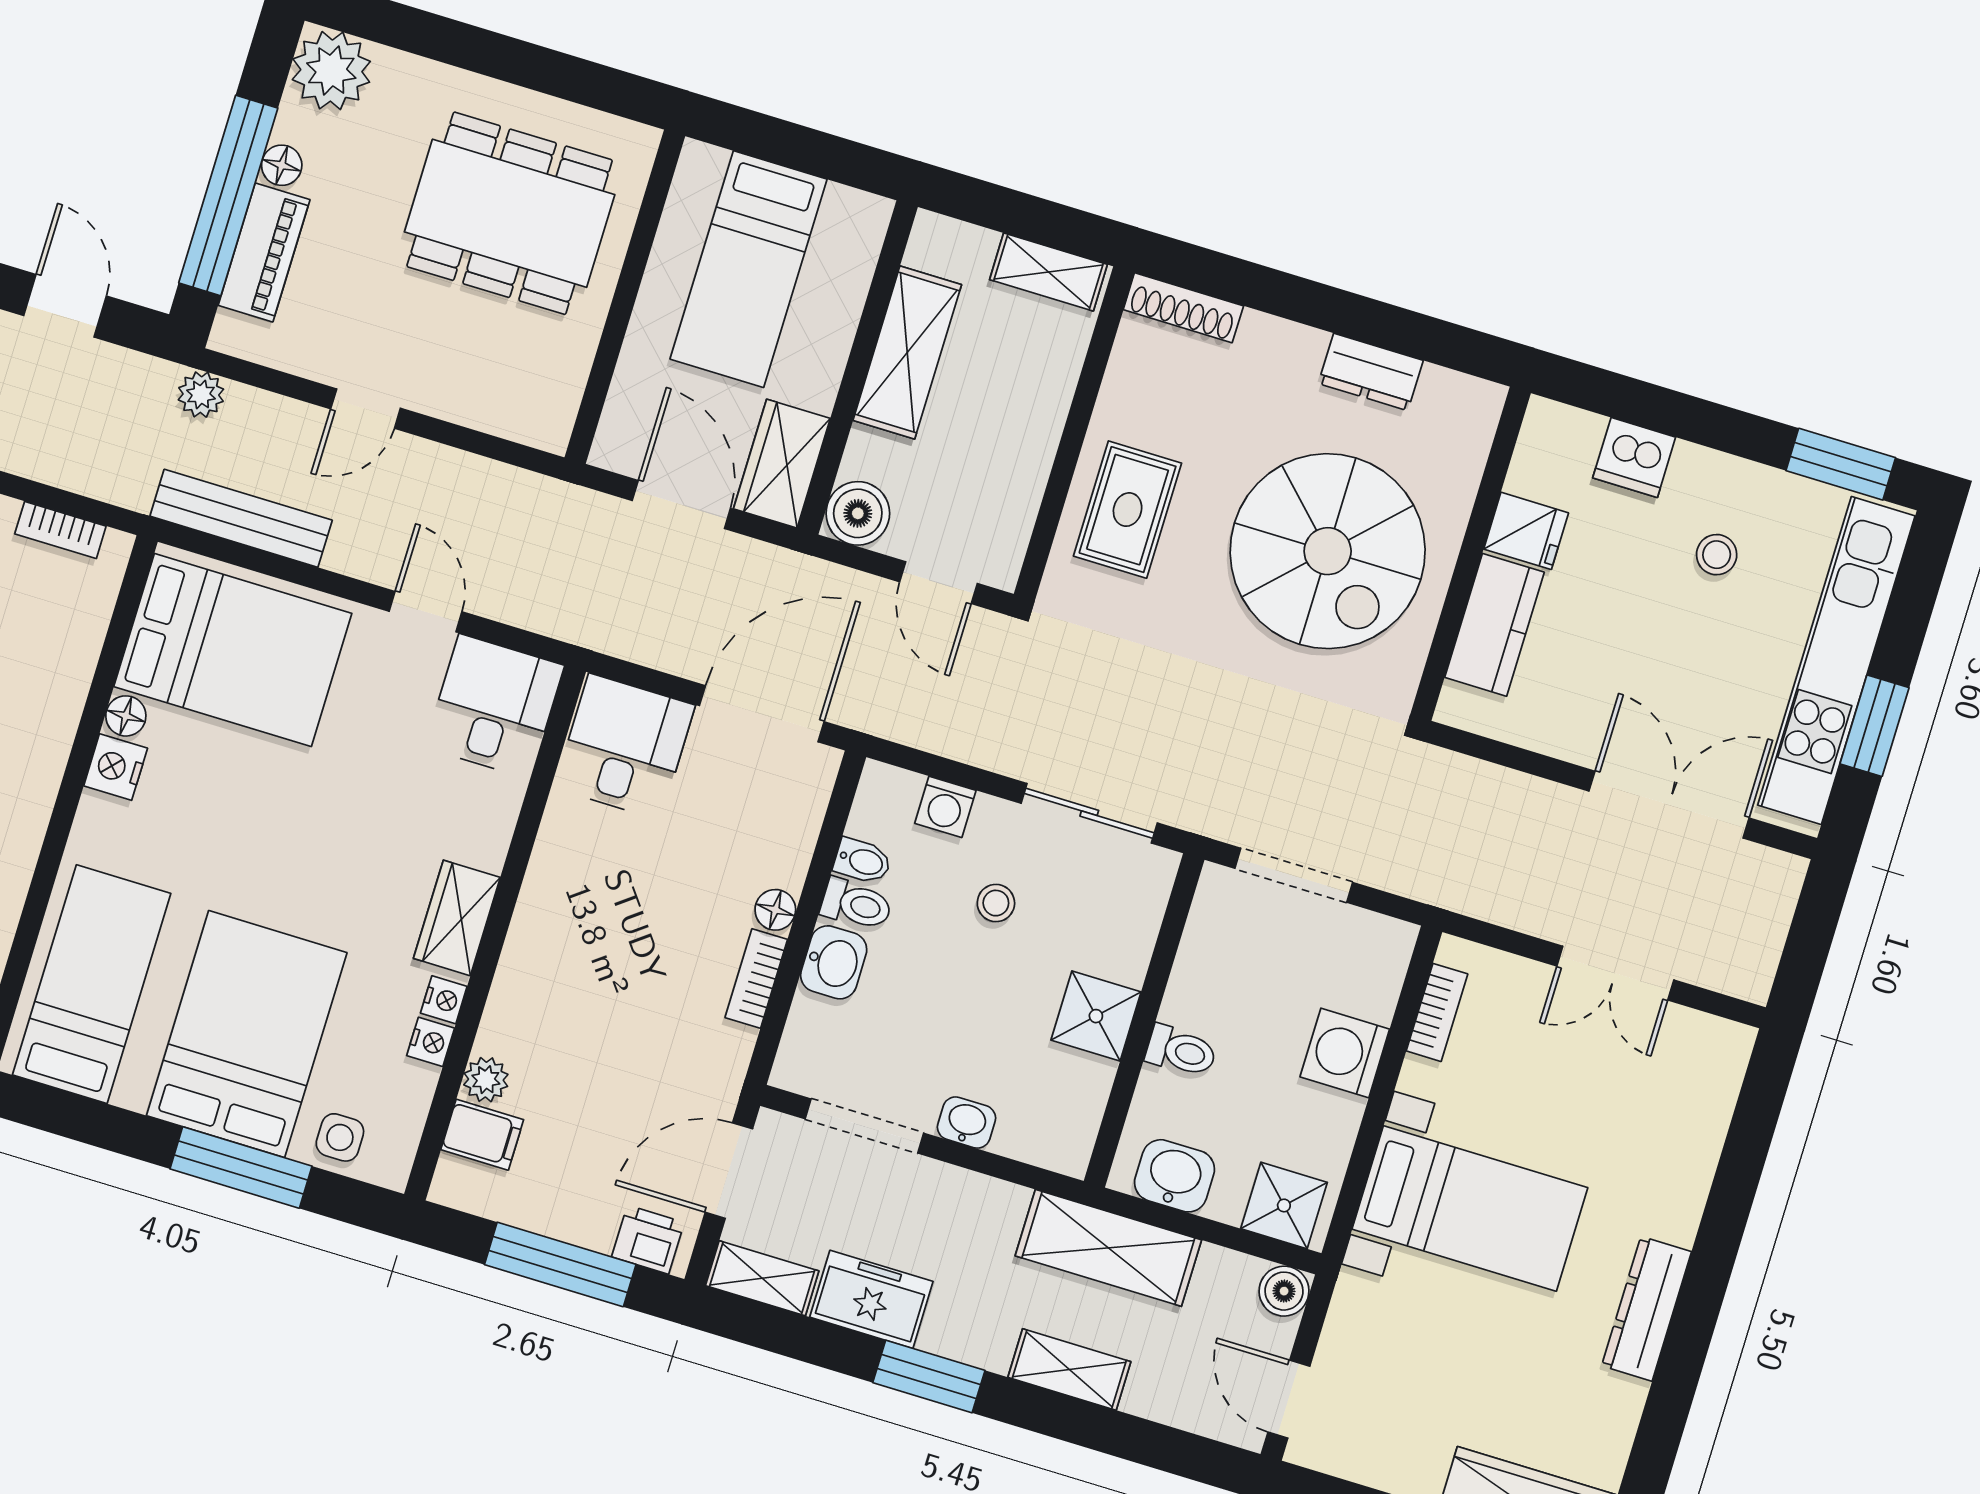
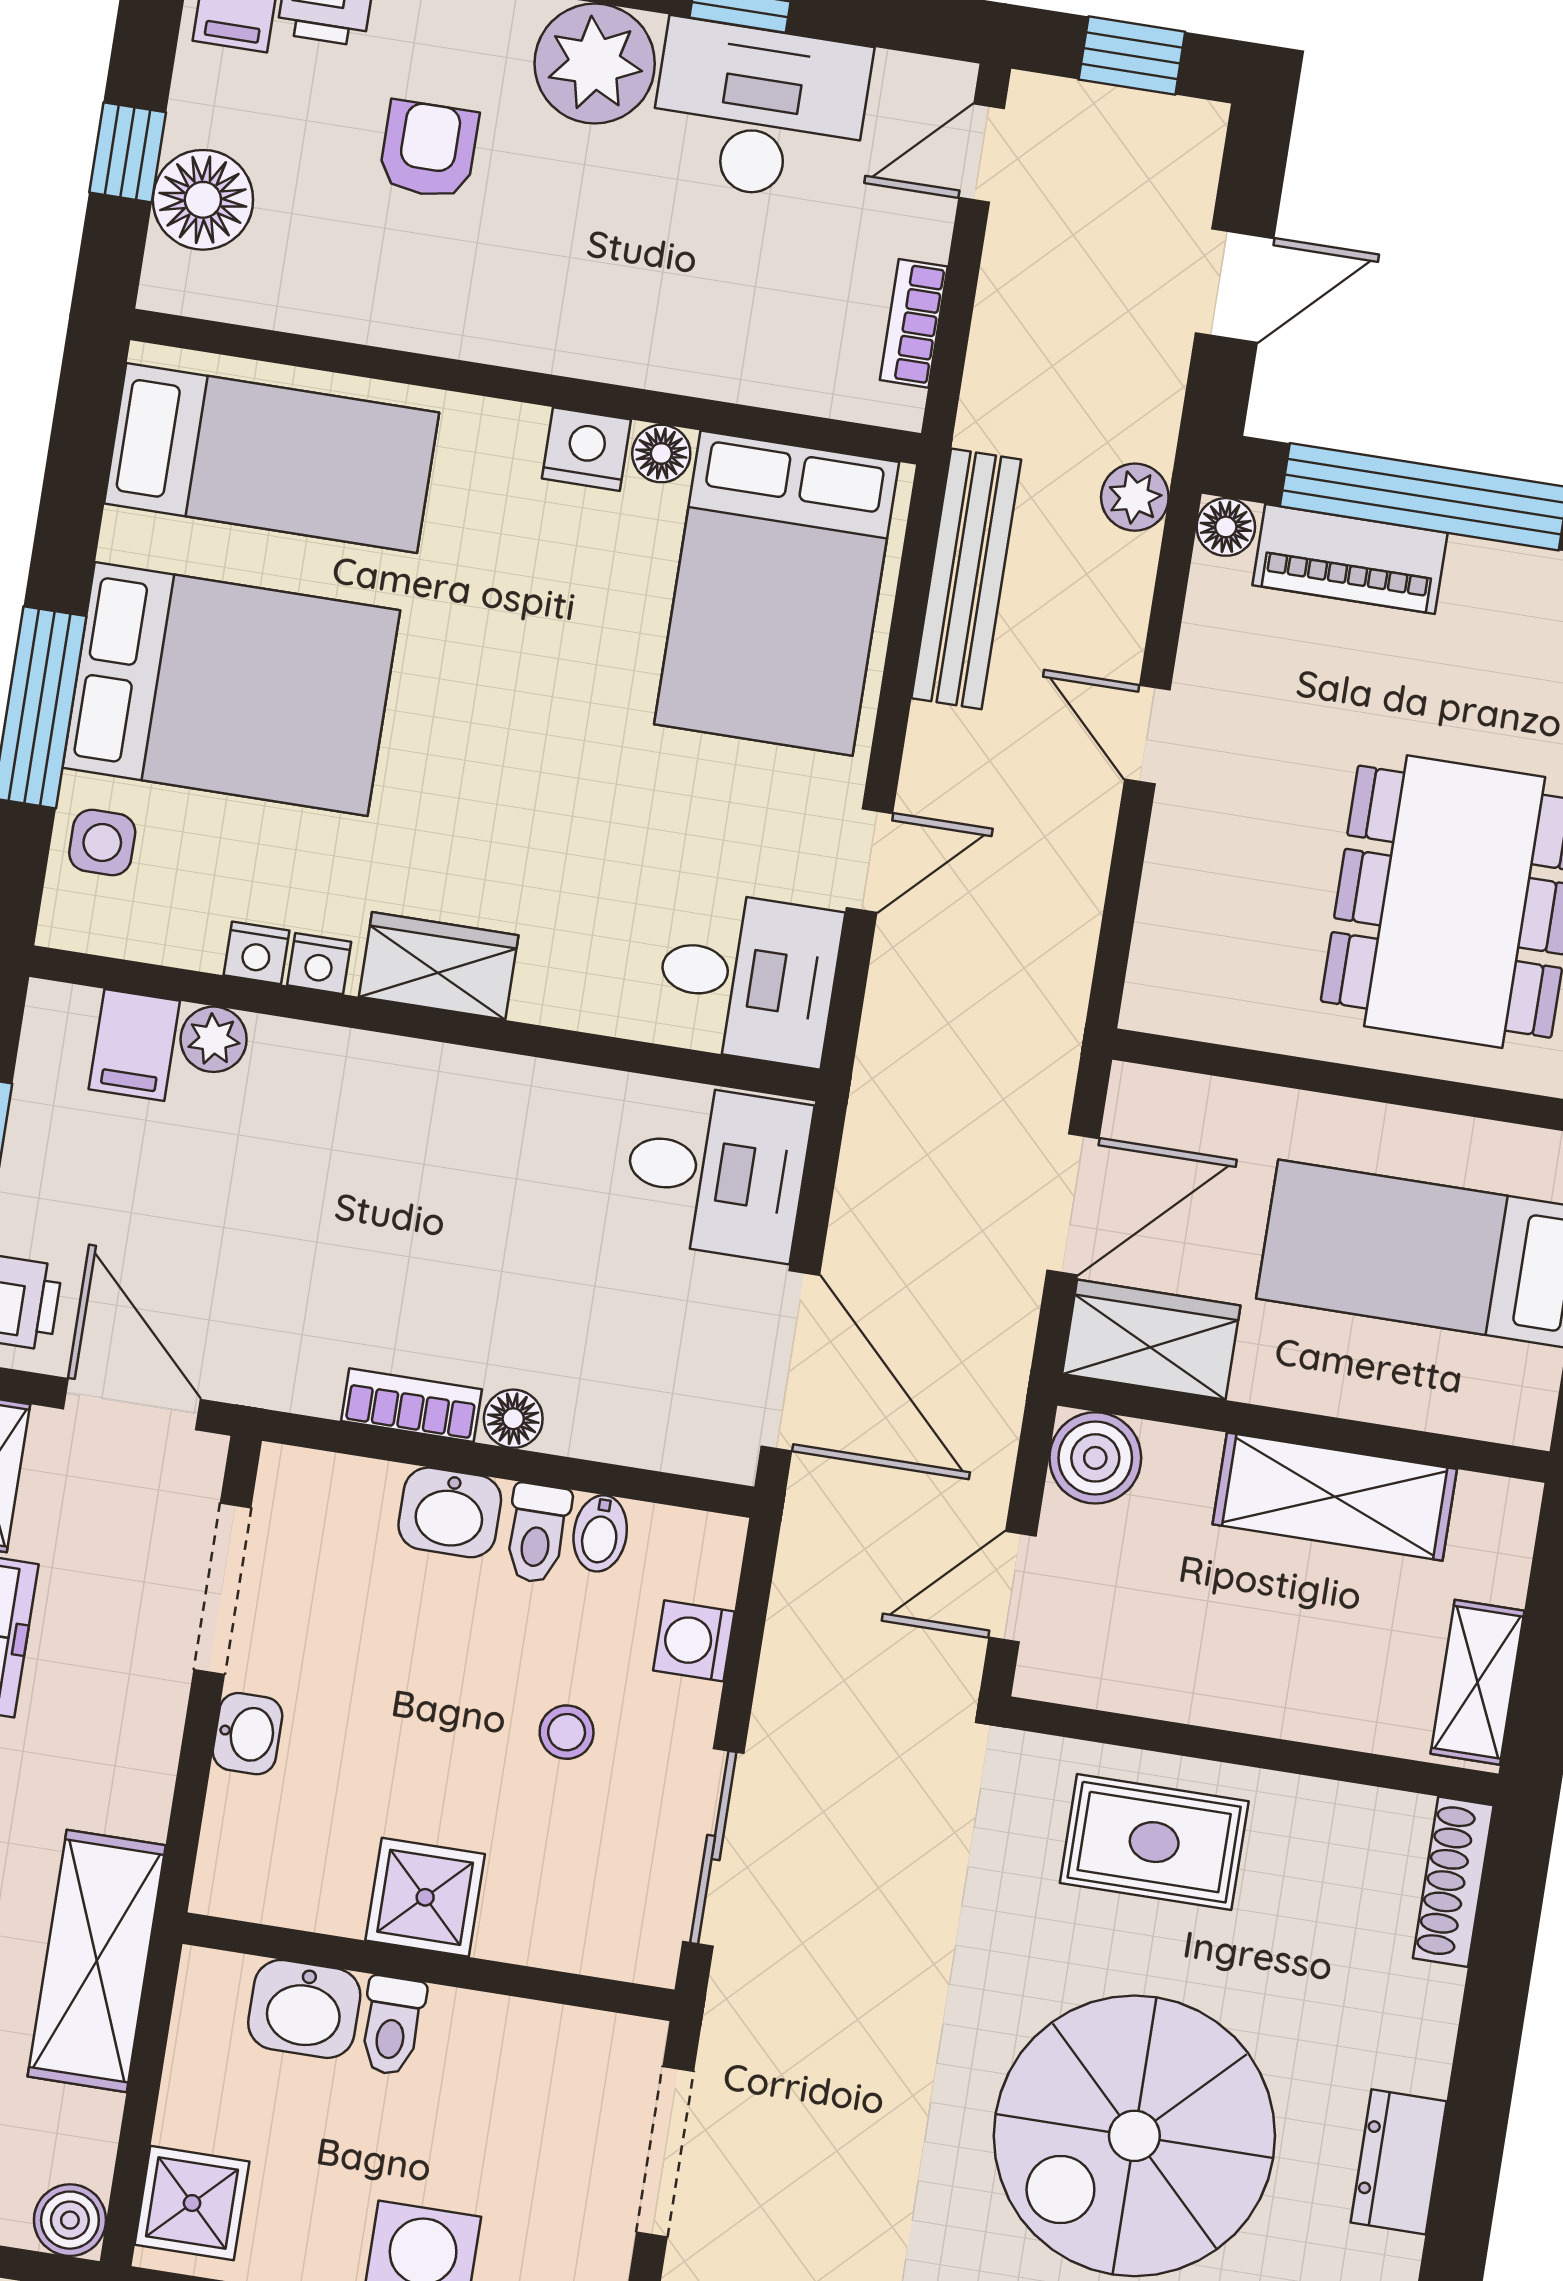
floor lamp: (282, 165) -> (1226, 527), moved
washbasin: (1174, 1176) -> (304, 2009), moved, turned 90

